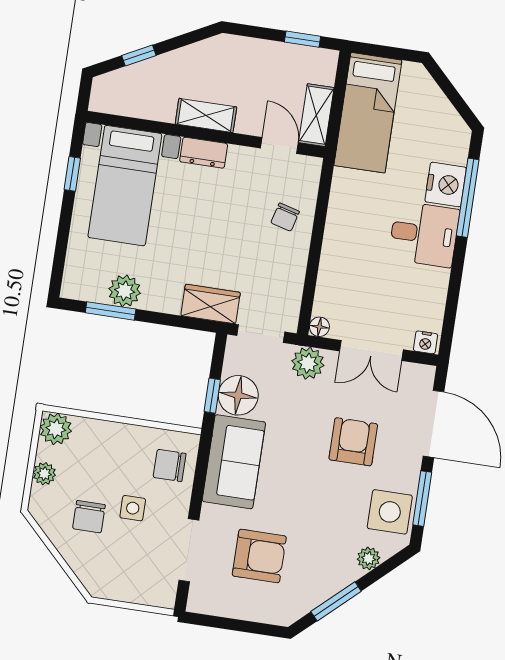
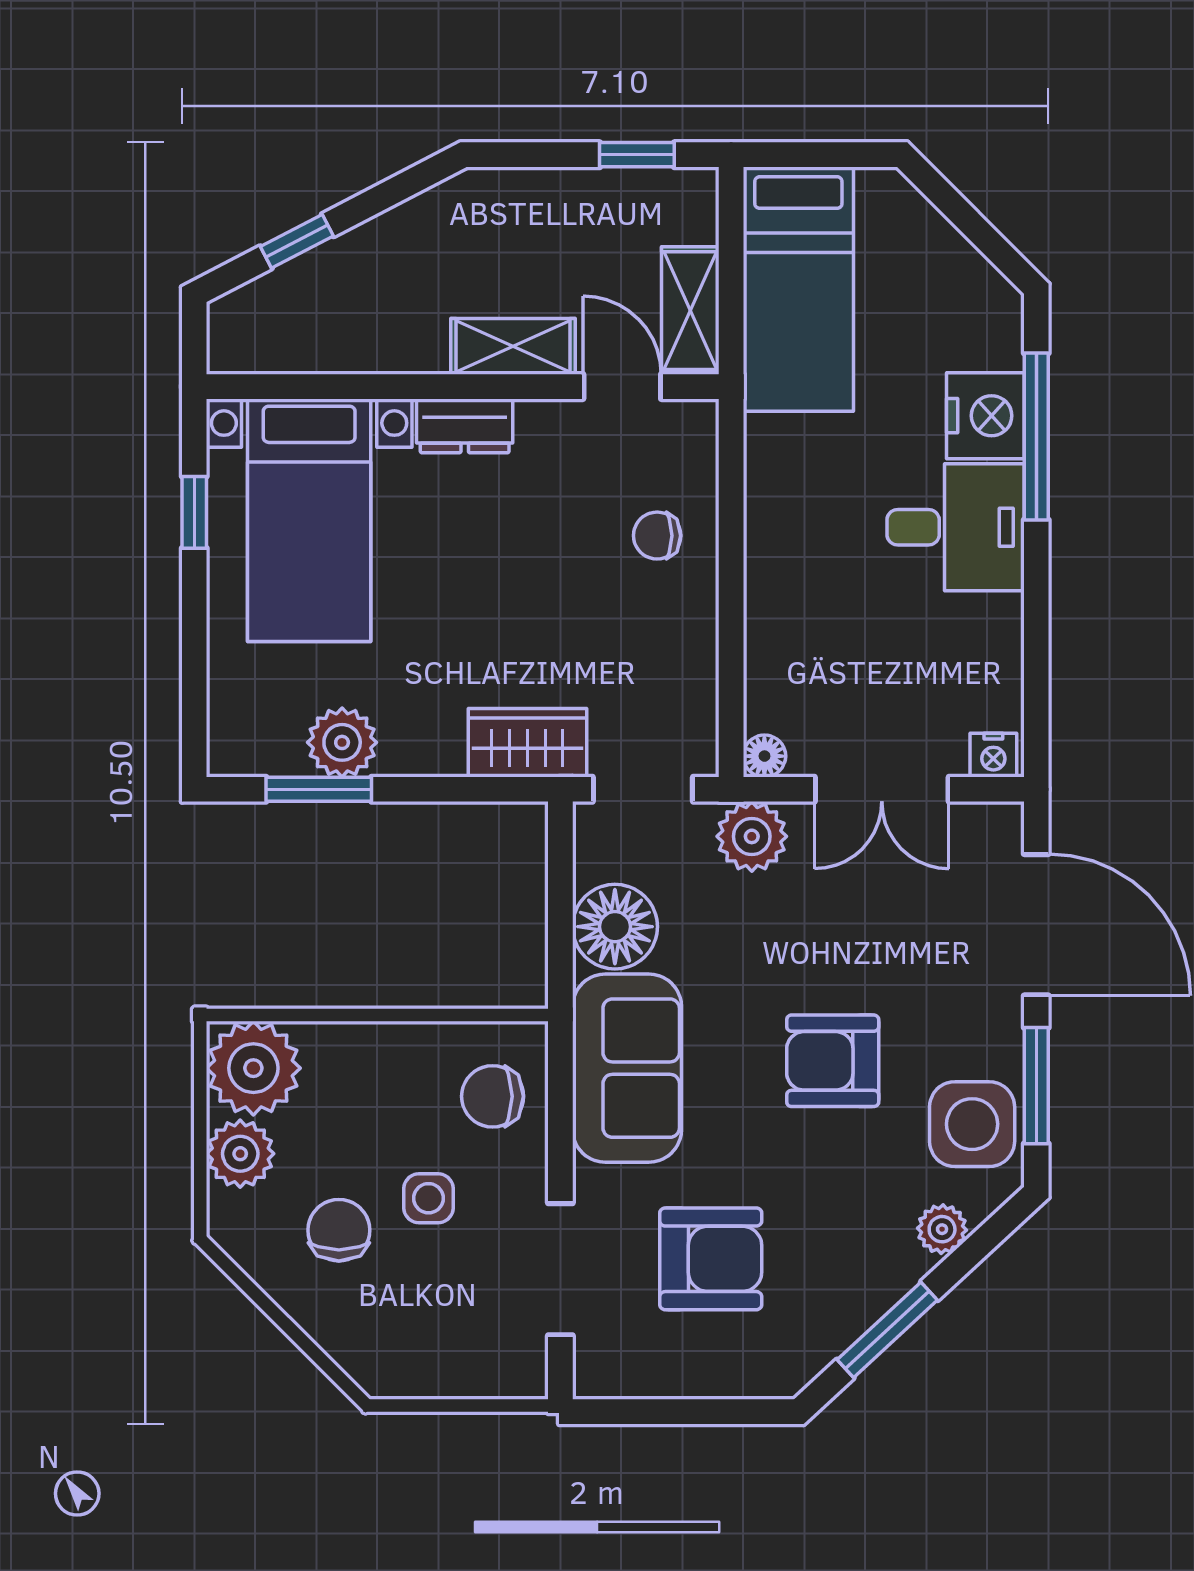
shelving: (206, 115) -> (513, 346), moved
chair: (285, 217) -> (657, 536), turned 75
window: (212, 396) -> (560, 935), removed
plant: (56, 429) -> (253, 1068), width x1.36, depth x1.36
armchair: (353, 442) -> (833, 1061), moved, turned -90
plant: (44, 474) -> (240, 1154), width x1.38, depth x1.38
chair: (89, 517) -> (339, 1230), turned 180

